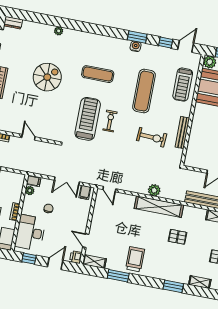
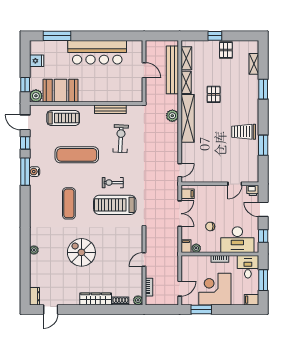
window: (137, 37) -> (25, 172), width x1.44
plant: (154, 190) -> (172, 116), moved
shelving: (94, 261) -> (186, 82), moved

